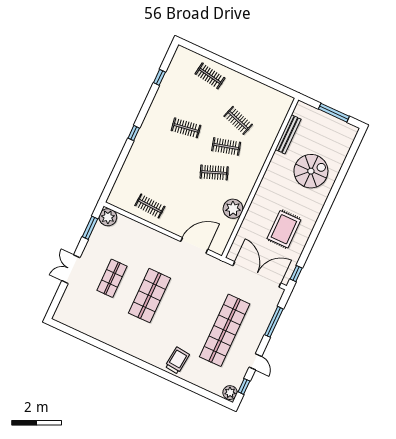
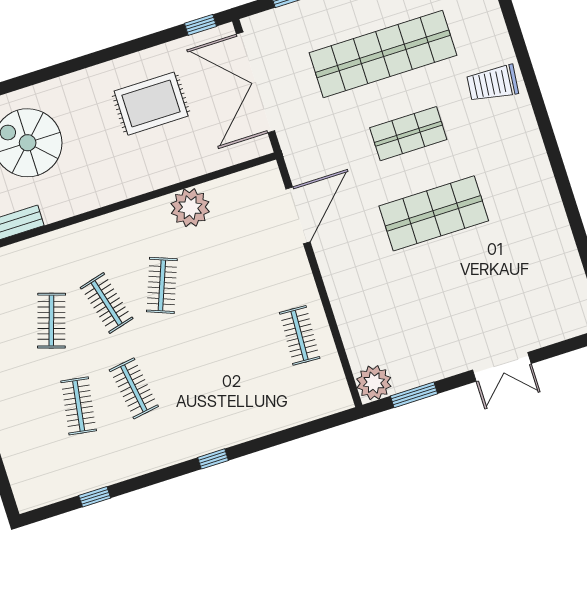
clothes rail: (210, 76) -> (79, 406), moved
clothes rail: (214, 172) -> (162, 285), turned 42
door: (194, 245) -> (298, 215), swing flipped
shop shelf: (112, 278) -> (408, 134), moved

